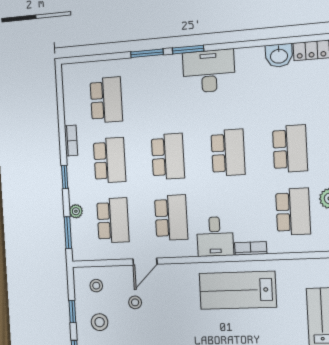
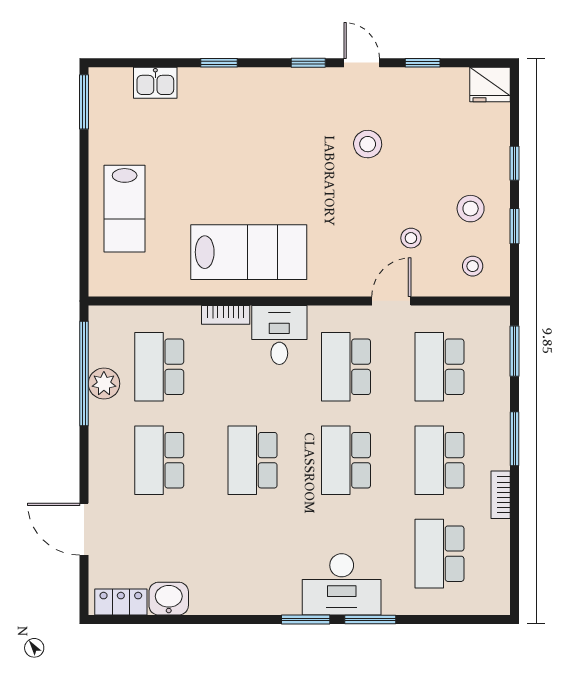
desk: (209, 71) -> (342, 584), moved
window: (65, 177) -> (515, 439), width x1.50
plant: (76, 211) -> (499, 384), removed

